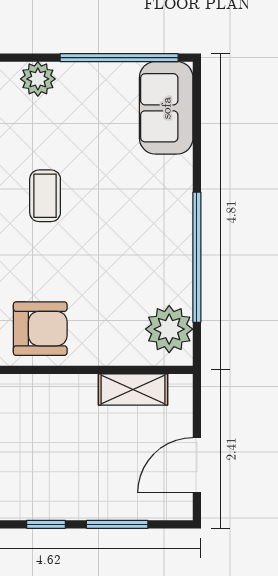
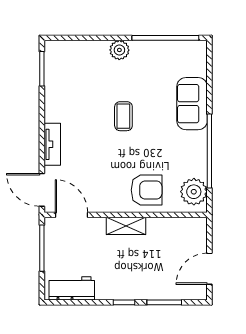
sofa: (166, 108) -> (192, 104), moved
armchair: (40, 329) -> (147, 190), moved
shelving: (133, 389) -> (126, 226), moved

